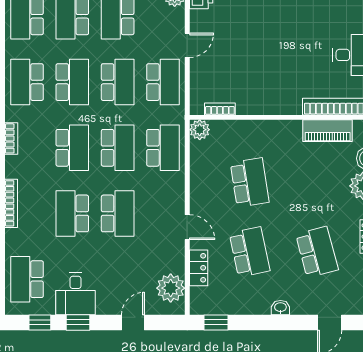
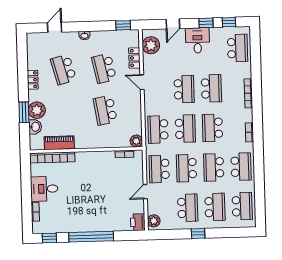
school desk: (118, 148) -> (185, 129), turned 180
school desk: (118, 213) -> (184, 89), turned 180
desk: (76, 294) -> (197, 40), moved

